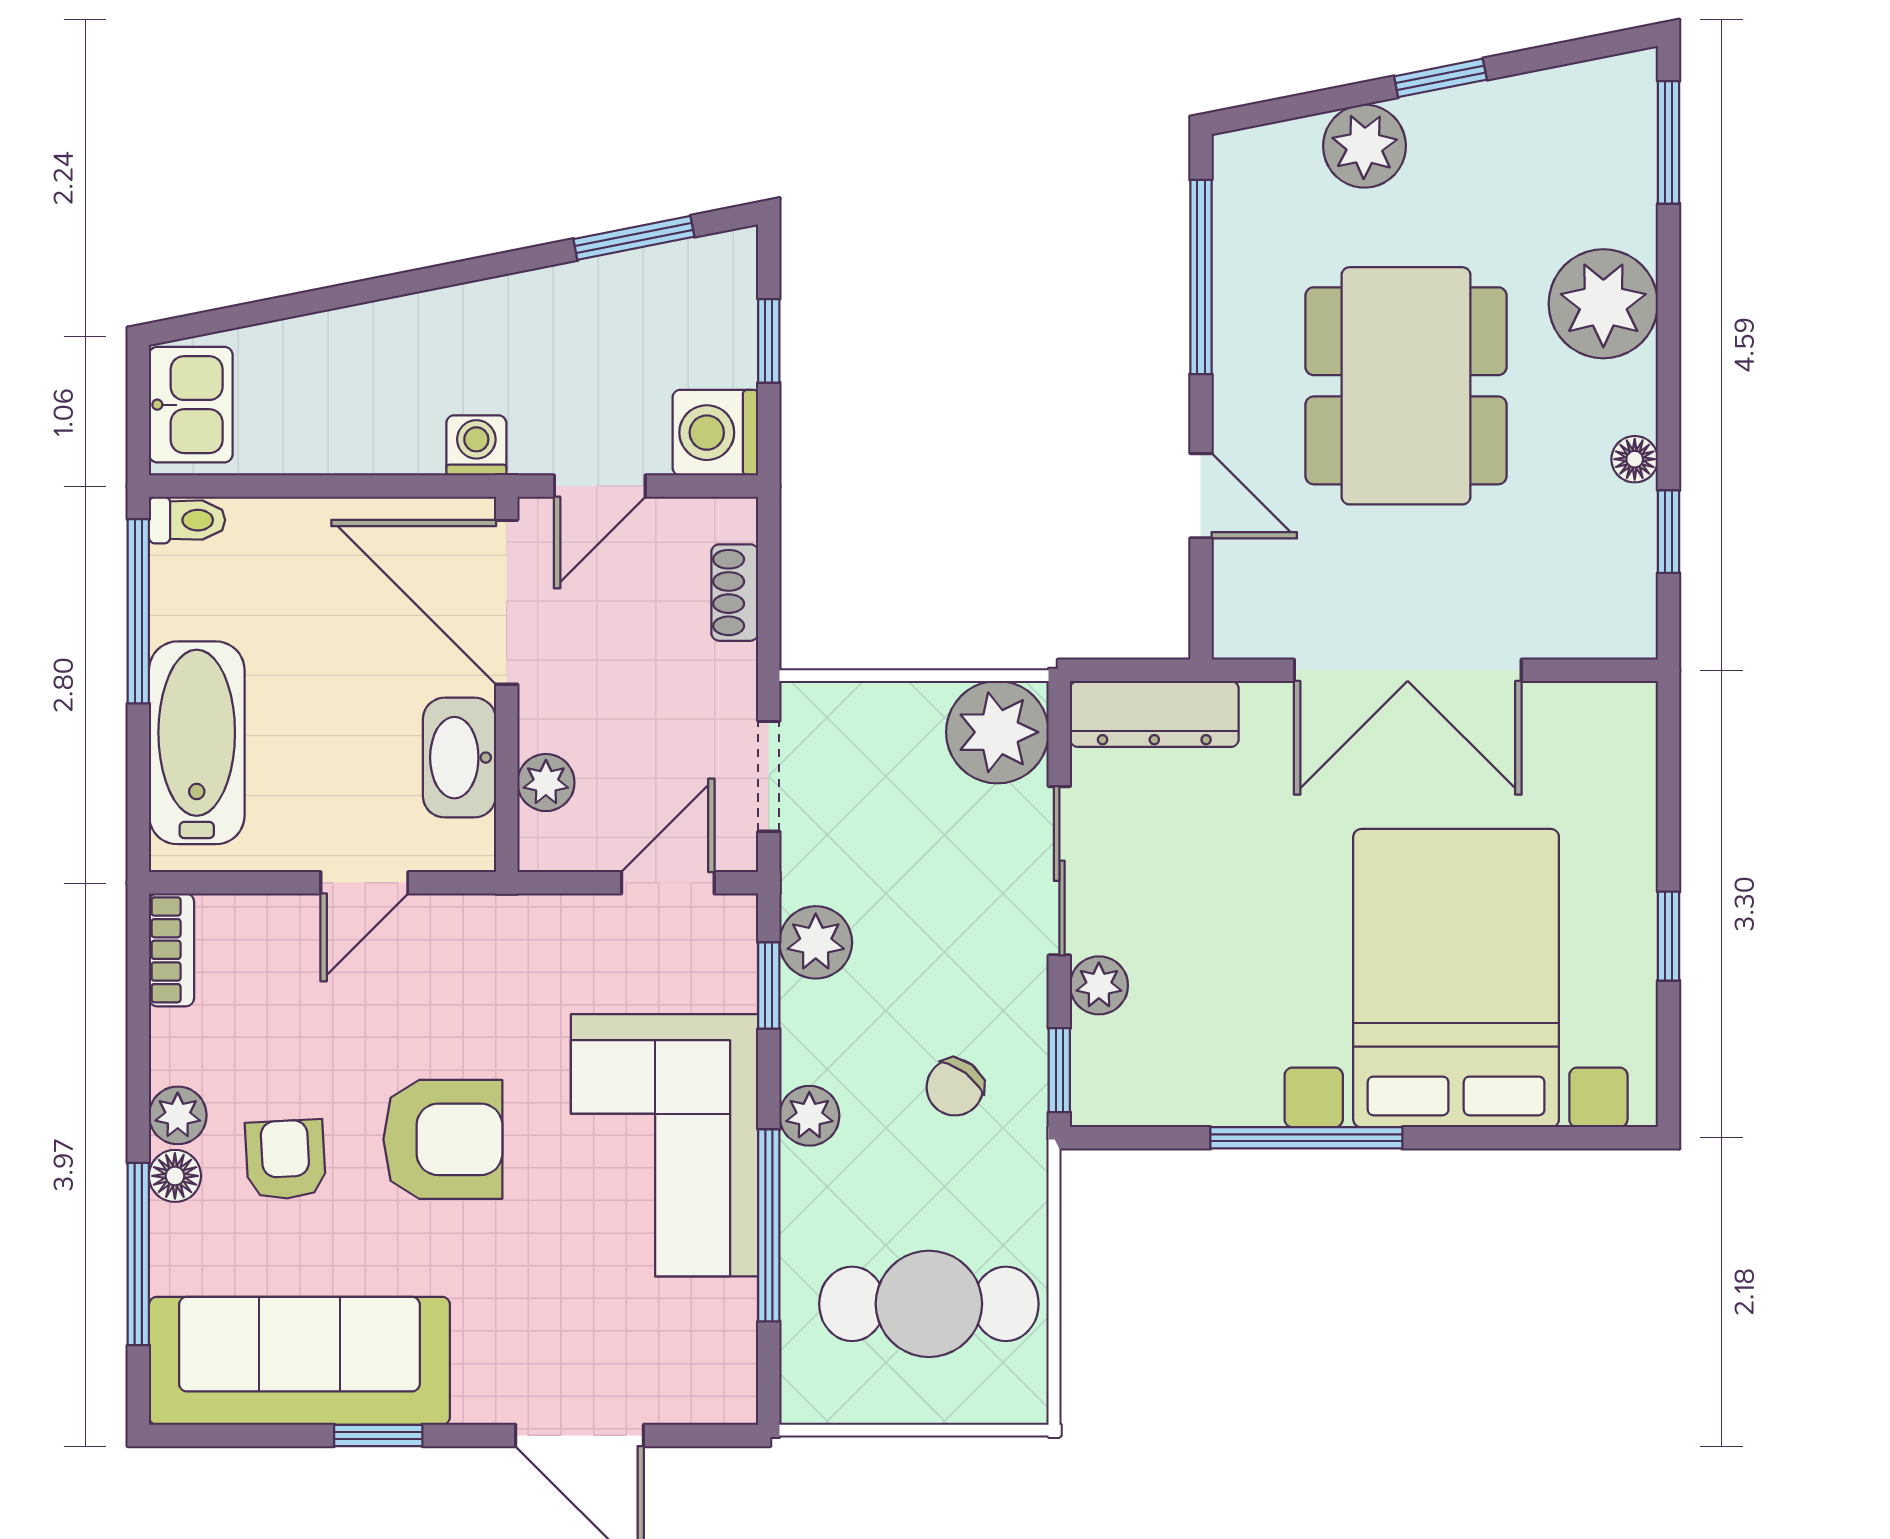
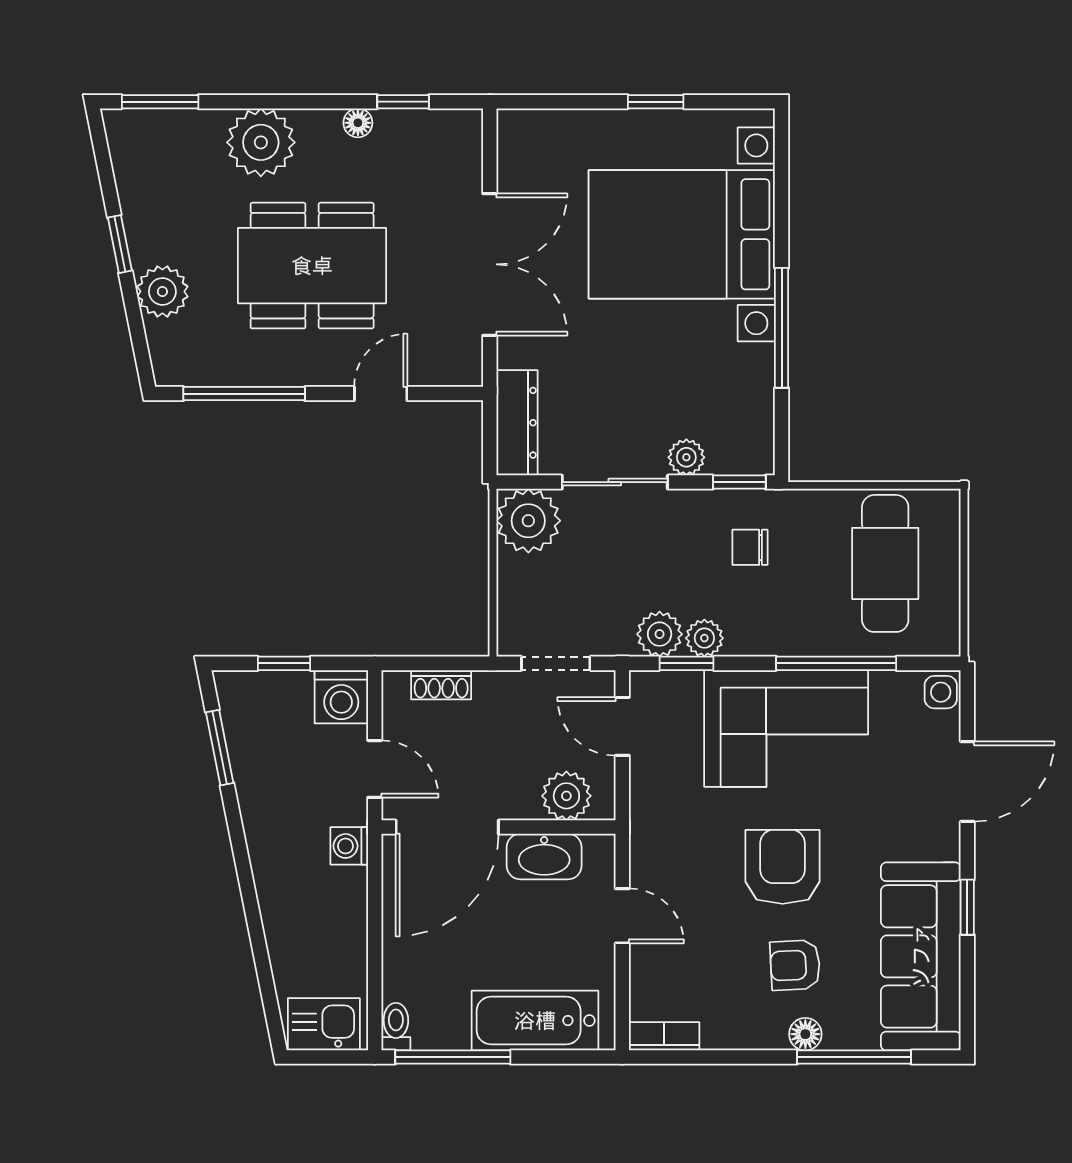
plant: (546, 783) -> (566, 796), width x1.38, depth x1.38
chair: (955, 1087) -> (750, 547), turned 143
plant: (178, 1115) -> (768, 1032), removed
plant: (809, 1116) -> (704, 638), moved
side table: (723, 1393) -> (941, 692), added

